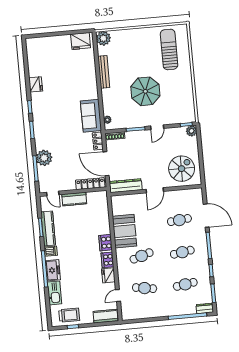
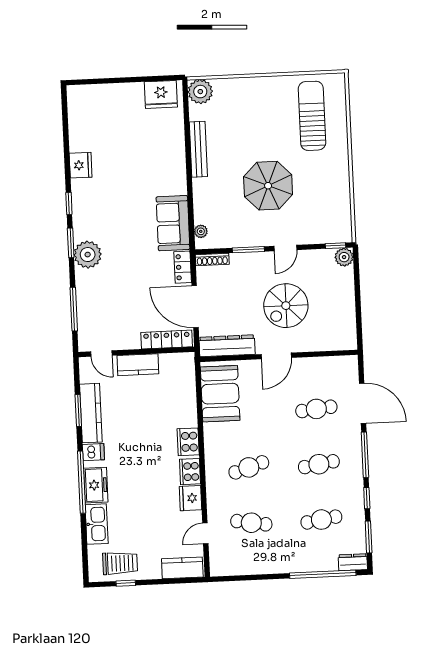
plant: (44, 158) -> (88, 255), moved
spiral stairs: (182, 169) -> (286, 306), moved, turned 180
booth: (125, 231) -> (220, 394), moved

